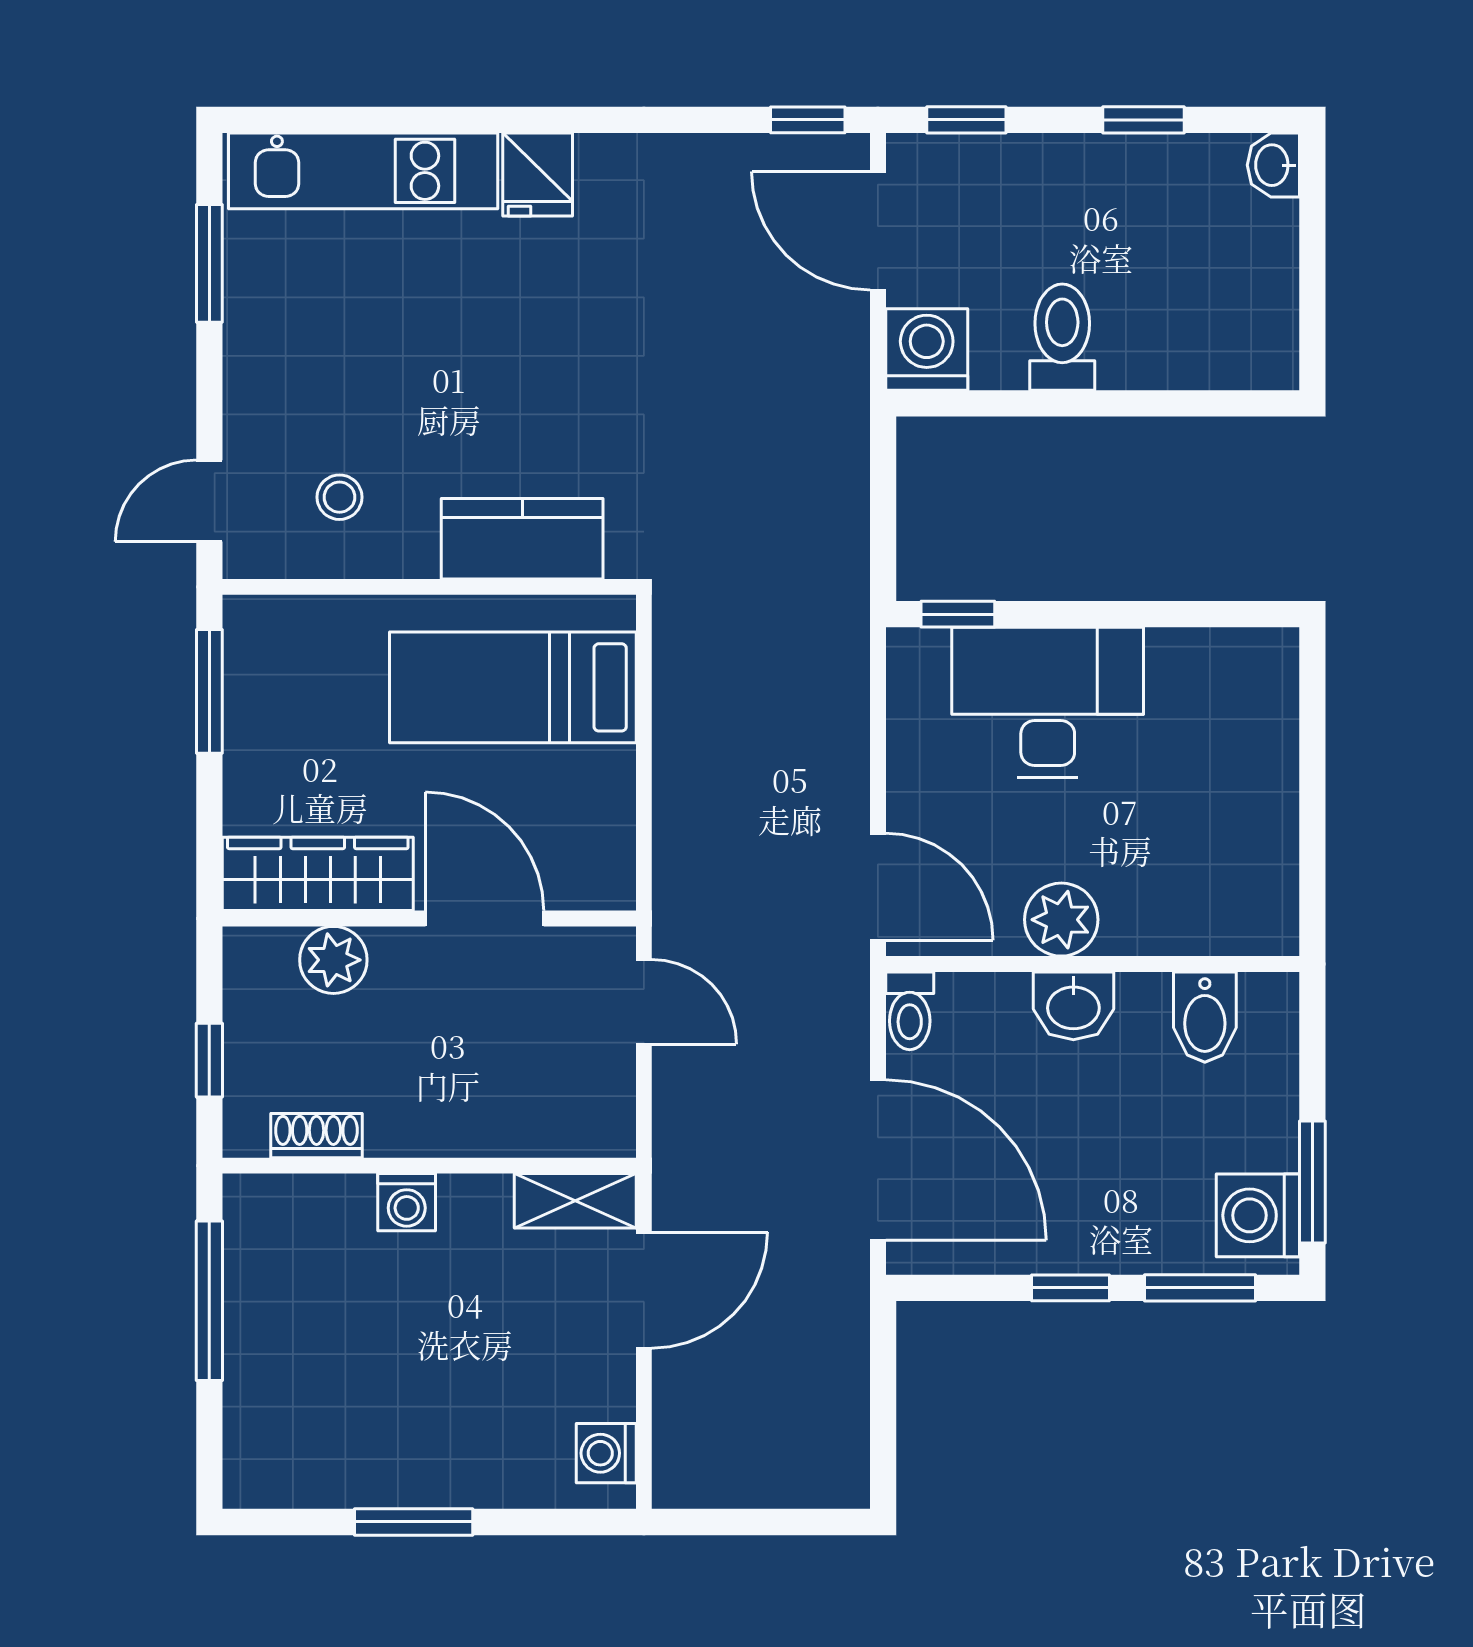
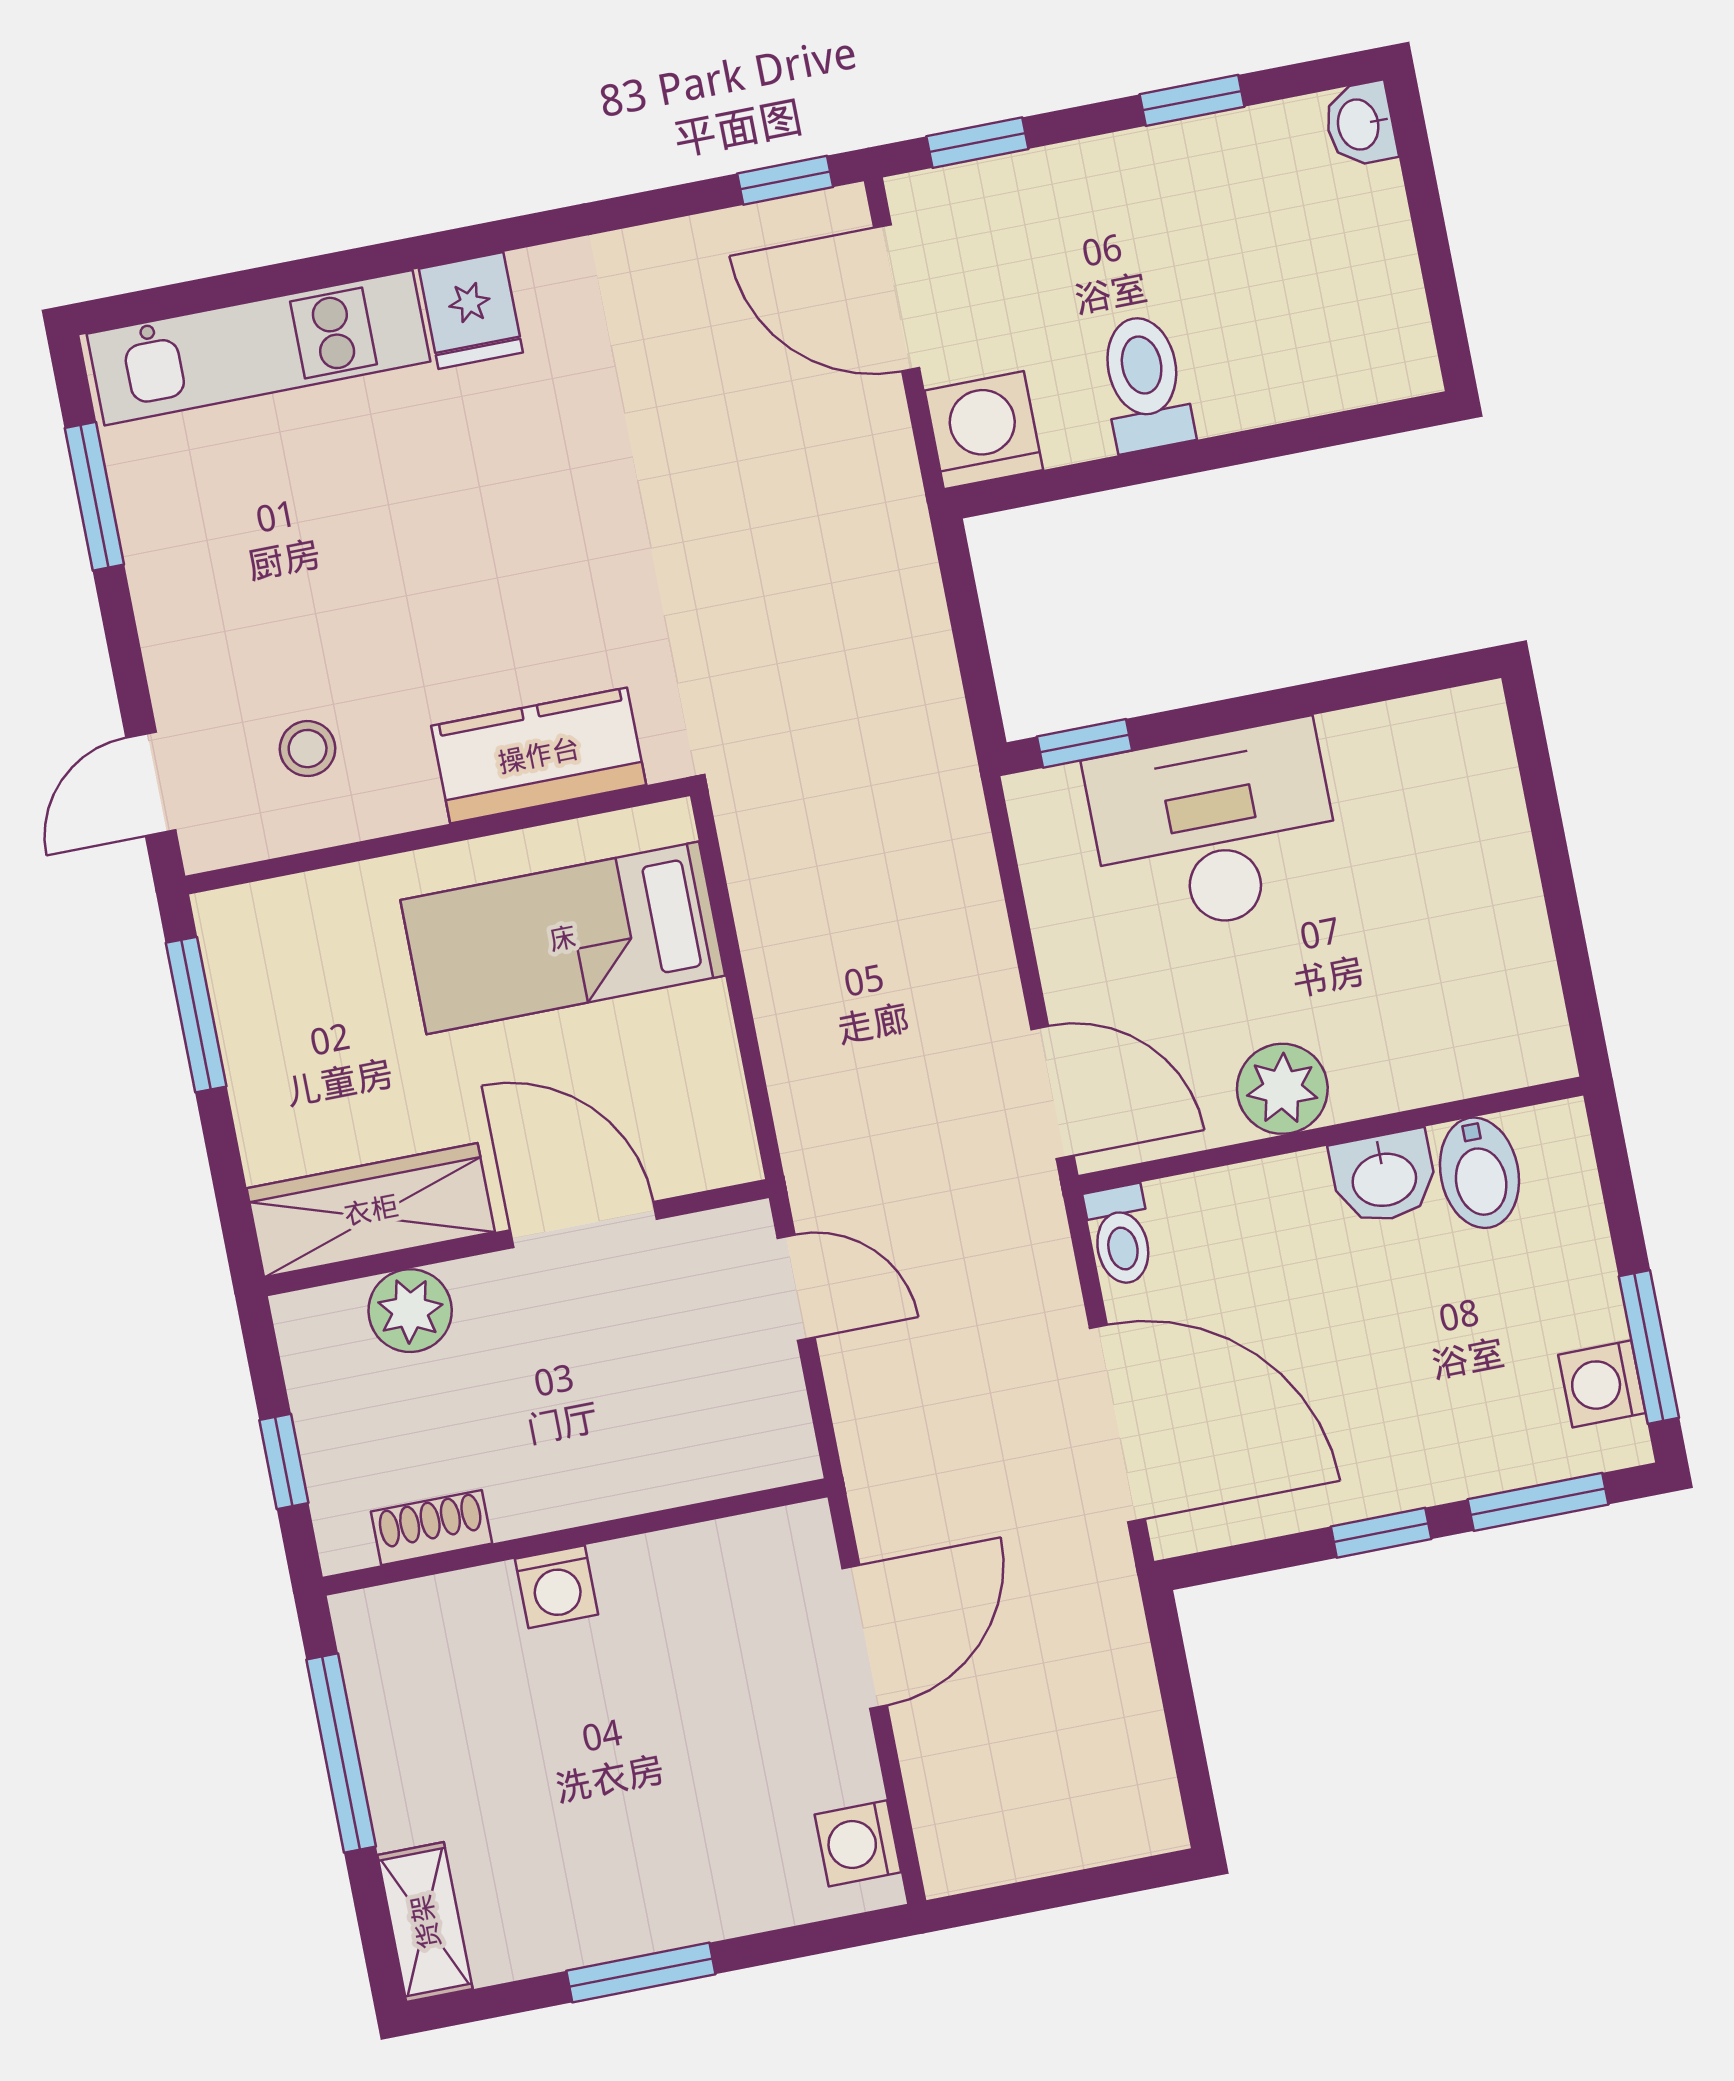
washbasin: (1073, 1006) -> (1384, 1177), moved
shelving: (575, 1201) -> (425, 1922), moved, turned 90
washing machine: (1258, 1215) -> (1602, 1384), width x0.73, depth x0.73

